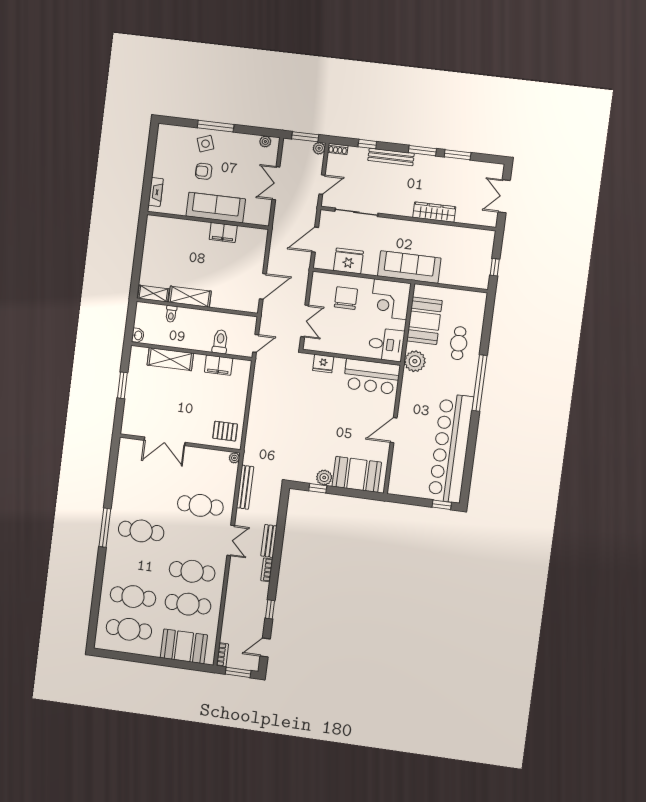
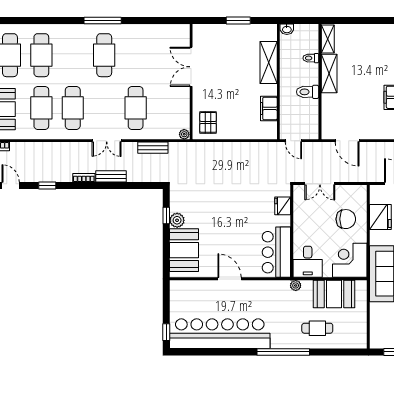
toilet: (220, 342) -> (308, 92), moved, turned 180
plant: (415, 361) -> (296, 285), width x0.53, depth x0.53
bench: (245, 487) -> (153, 148), width x0.73

